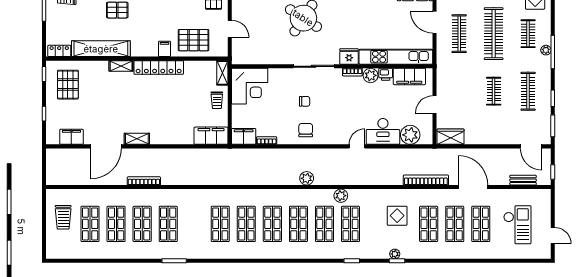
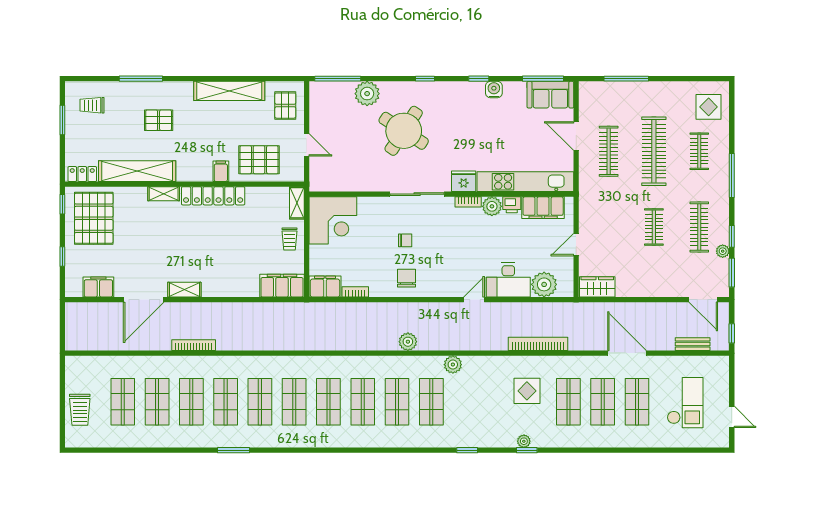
plant: (546, 50) -> (723, 251), moved
pallet: (68, 85) -> (94, 218), width x1.37, depth x1.41
bookcase: (426, 180) -> (538, 344), moved
trolley: (63, 217) -> (80, 410), moved
shop shelf: (351, 224) -> (260, 402), moved

